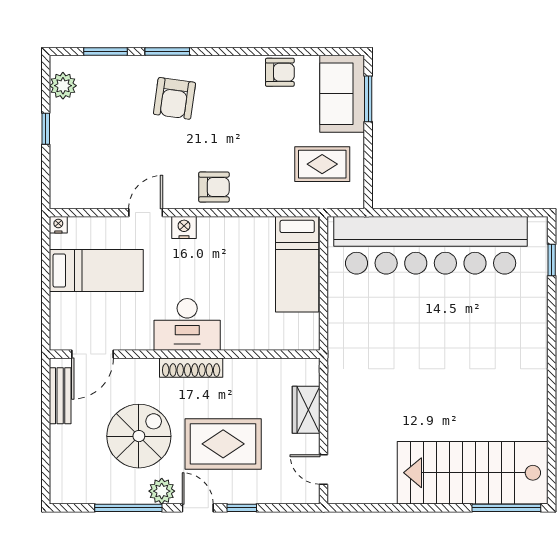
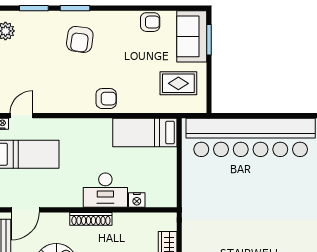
door: (146, 213) -> (21, 116), moved
nightstand: (184, 228) -> (137, 200), moved, turned 180
bed: (297, 264) -> (145, 133), moved, turned 90
desk: (187, 324) -> (105, 190), moved

